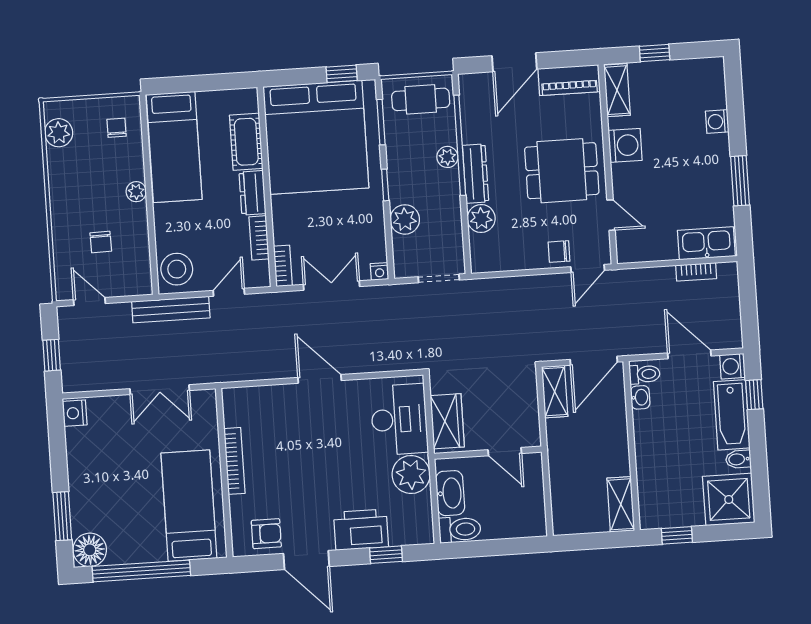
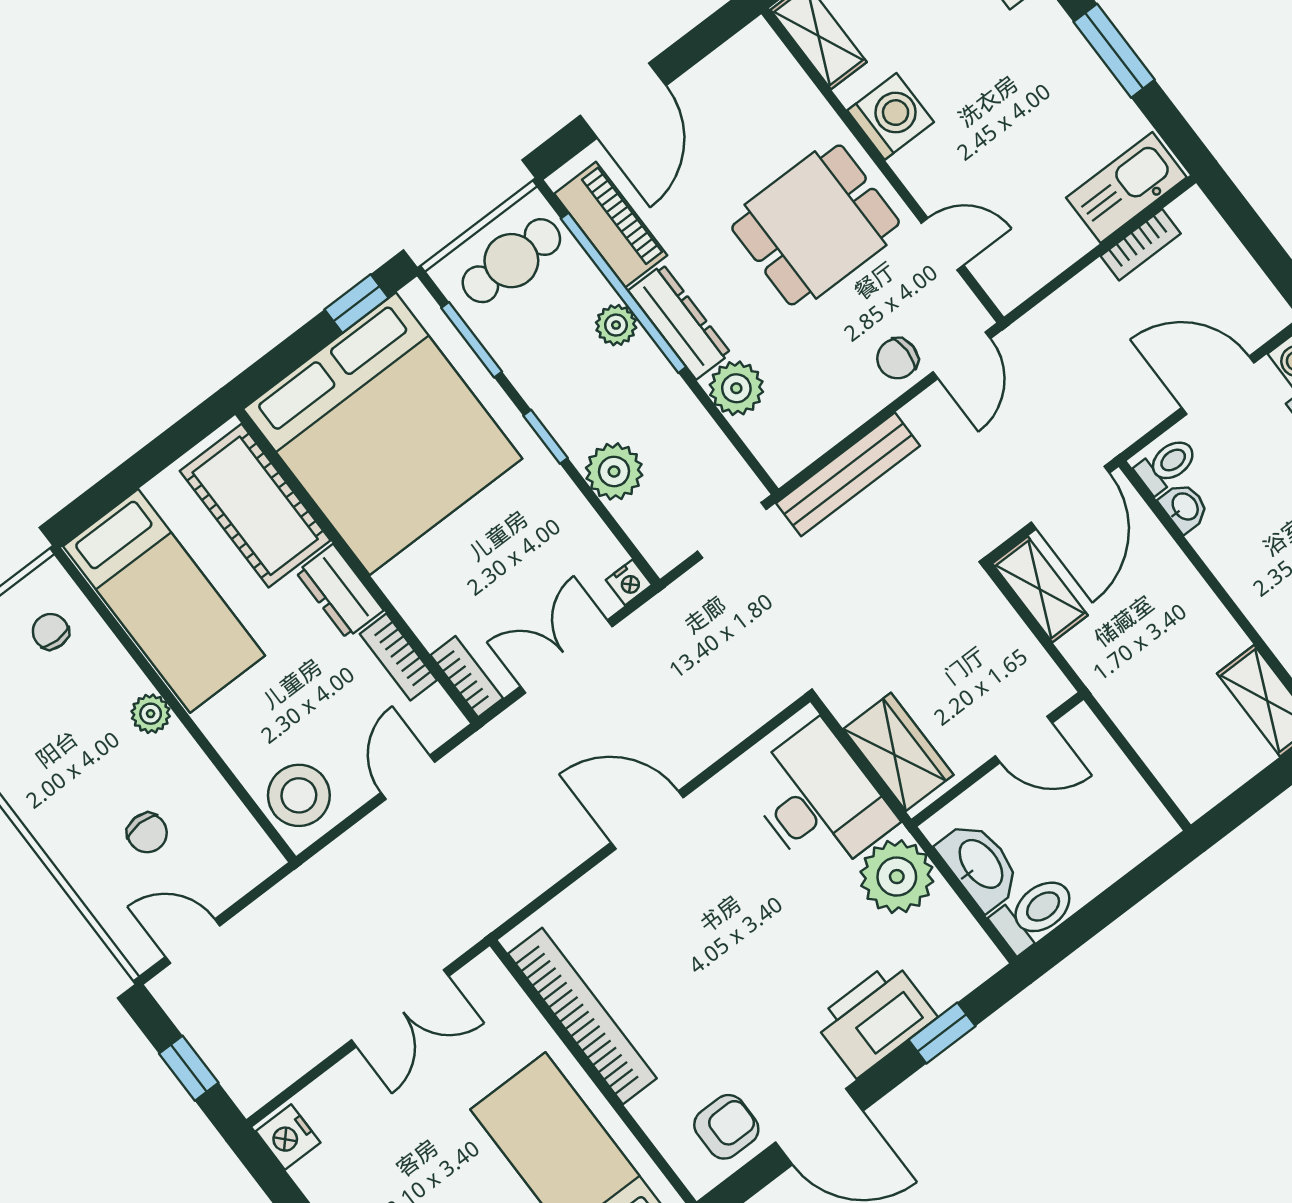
piano: (569, 80) -> (611, 224), moved, turned -90
cot: (246, 142) -> (255, 506), width x1.37, depth x1.34
bench: (171, 310) -> (848, 474), moved
bookcase: (234, 461) -> (582, 1016), width x1.48, depth x1.31

